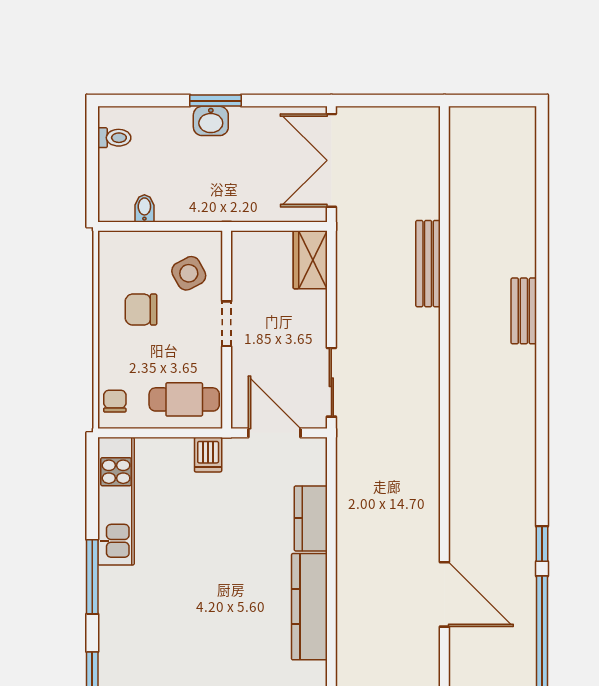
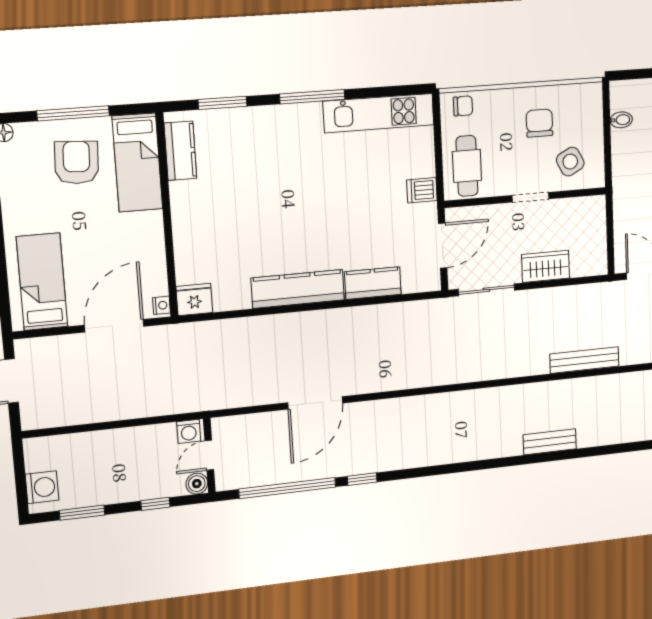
wardrobe: (310, 260) -> (546, 266), moved

